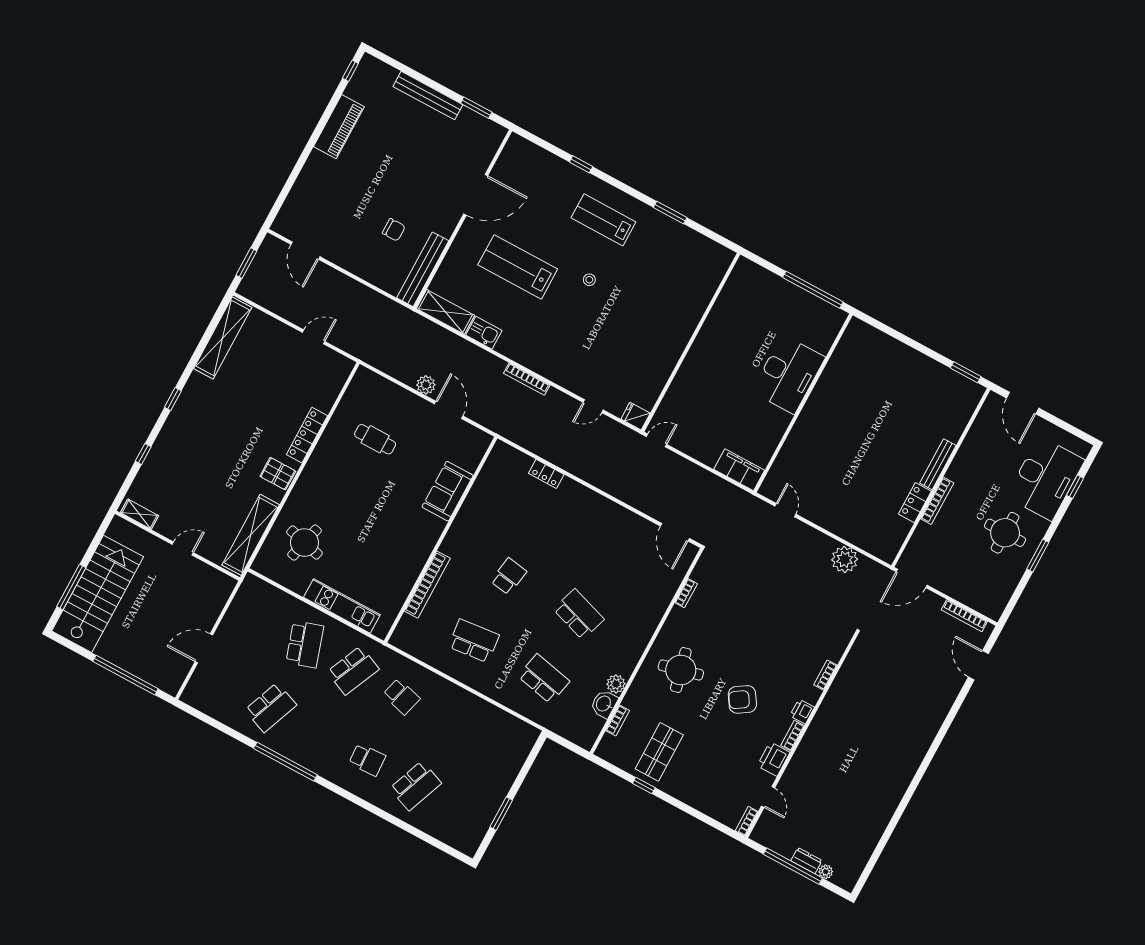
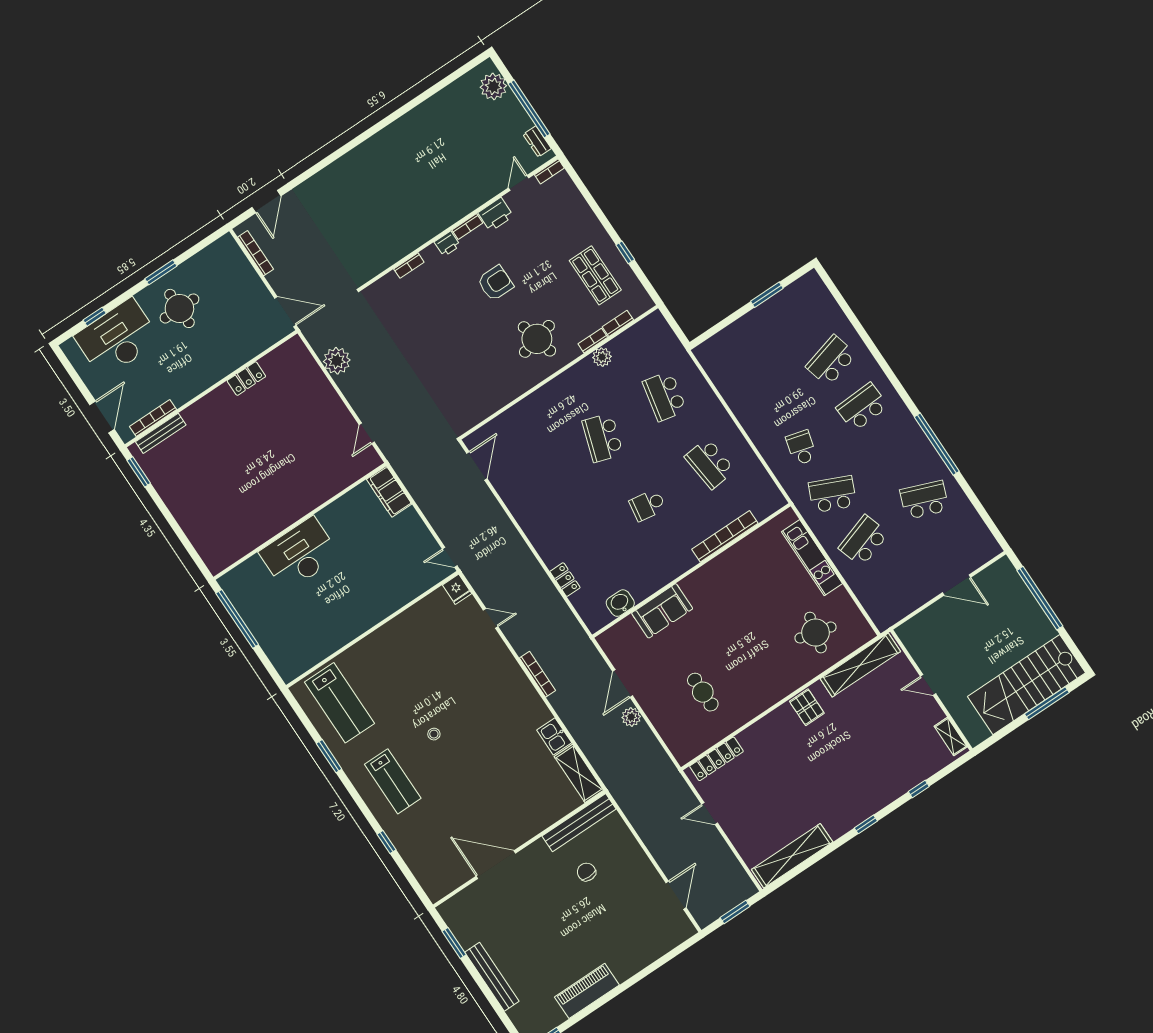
lab bench: (518, 267) -> (340, 703), moved
locker: (307, 435) -> (716, 759), moved
bench: (938, 464) -> (161, 433), moved
bookcase: (937, 501) -> (153, 418), moved
bookcase: (686, 593) -> (593, 341), moved
armchair: (742, 699) -> (495, 283), turned -57
washbasin: (604, 704) -> (620, 603), moved, turned 180
shop shelf: (659, 752) -> (595, 275), turned 90
school desk: (367, 760) -> (862, 407), width x1.85
school desk: (415, 786) -> (831, 361), turned -36
dresser: (806, 861) -> (537, 141), moved
plant: (826, 872) -> (493, 86), width x1.88, depth x1.88

